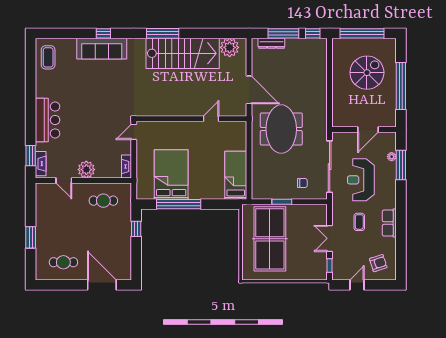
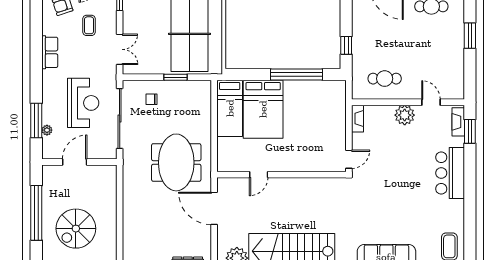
bed: (171, 175) -> (263, 109), moved
coffee table: (359, 222) -> (89, 25), moved
double door: (330, 238) -> (120, 49), moved

